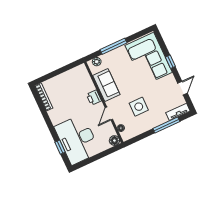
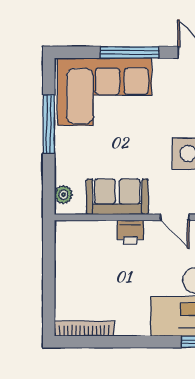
window: (114, 46) -> (49, 124), moved
window: (170, 62) -> (130, 52), width x2.17

